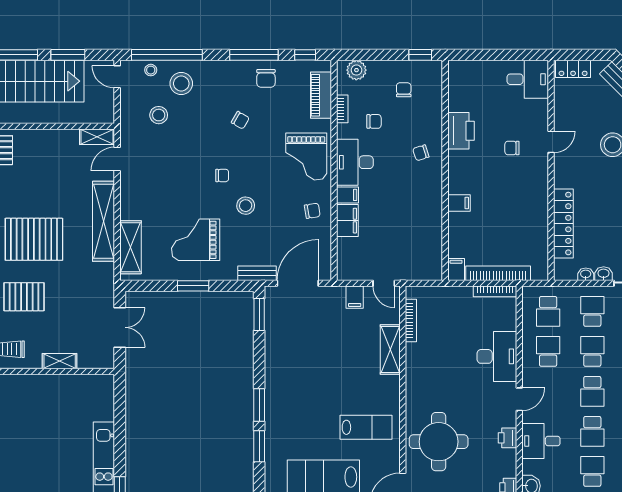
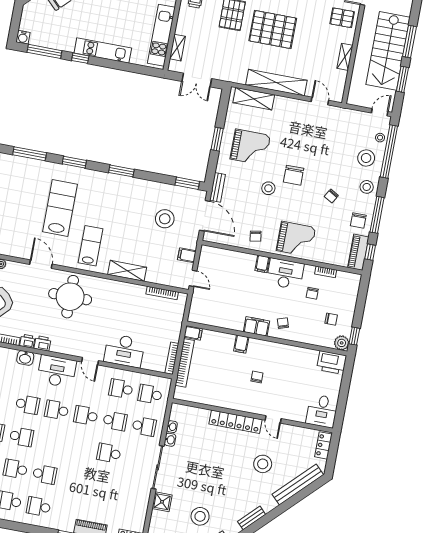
plant: (356, 70) -> (342, 343), moved
chair: (266, 78) -> (358, 220), turned -90
piano: (321, 95) -> (358, 252), moved, turned -90
stool: (159, 115) -> (367, 187), moved
printer: (461, 131) -> (332, 362), moved
shelving: (97, 137) -> (345, 57), moved
chair: (512, 148) -> (257, 377), moved
grand piano: (306, 156) -> (296, 239), turned 180
chair: (222, 175) -> (294, 175), width x1.87, depth x1.87
filing cabinet: (347, 221) -> (256, 326), moved, turned 180
locker: (563, 224) -> (236, 422), moved
pallet: (34, 239) -> (273, 29), turned 90
grand piano: (196, 240) -> (250, 147), turned 90
door: (384, 283) -> (193, 278), swing flipped
stool: (312, 336) -> (165, 219), added
shelving: (390, 350) -> (127, 271), moved
school desk: (548, 351) -> (121, 389), turned 180
shelving: (60, 361) -> (177, 48), moved
kitchen unit: (69, 386) -> (161, 35), added
lab bench: (366, 427) -> (90, 246), turned 180
printer: (507, 438) -> (42, 343), moved
desk: (541, 441) -> (57, 371), width x1.37
window: (259, 446) -> (74, 162), moved

